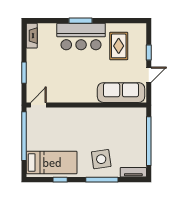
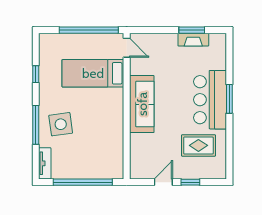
fireplace: (32, 36) -> (193, 40), moved
window: (24, 73) -> (192, 30), moved
door: (149, 75) -> (163, 182), swing flipped
sofa: (121, 93) -> (142, 104), moved
bed: (52, 162) -> (93, 73), moved, turned 90

